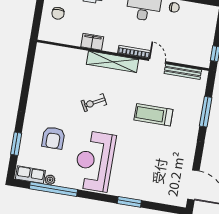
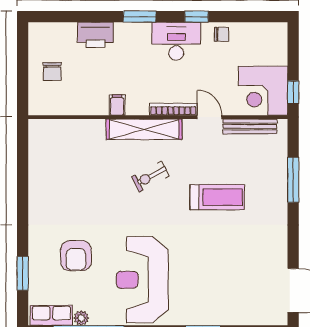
filing cabinet: (92, 42) -> (117, 105), width x0.50
corner desk: (196, 49) -> (263, 91), added
exercise bike: (94, 103) -> (150, 176), moved
treadmill: (153, 115) -> (217, 197), turned 180

